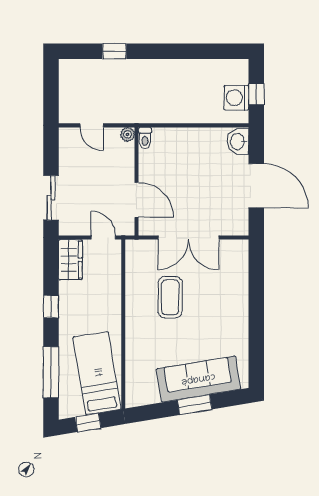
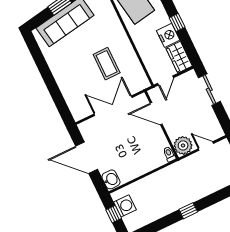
window: (114, 51) -> (188, 211), moved
plant: (128, 134) -> (183, 145), width x1.87, depth x1.87
door: (103, 238) -> (165, 80), hinge flipped
nightstand: (71, 295) -> (168, 35), added

